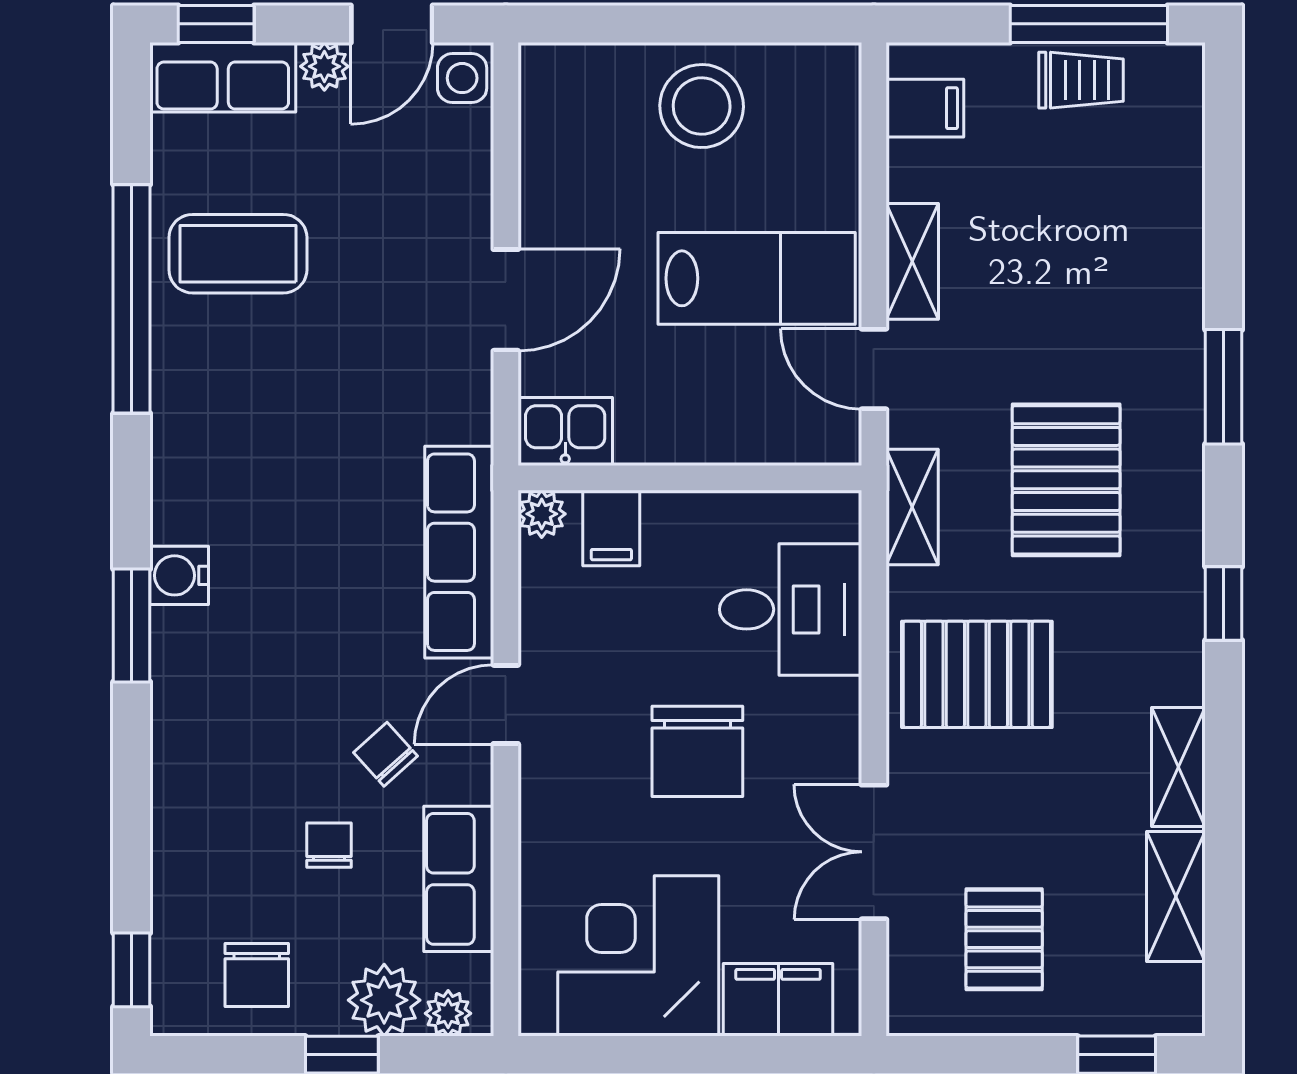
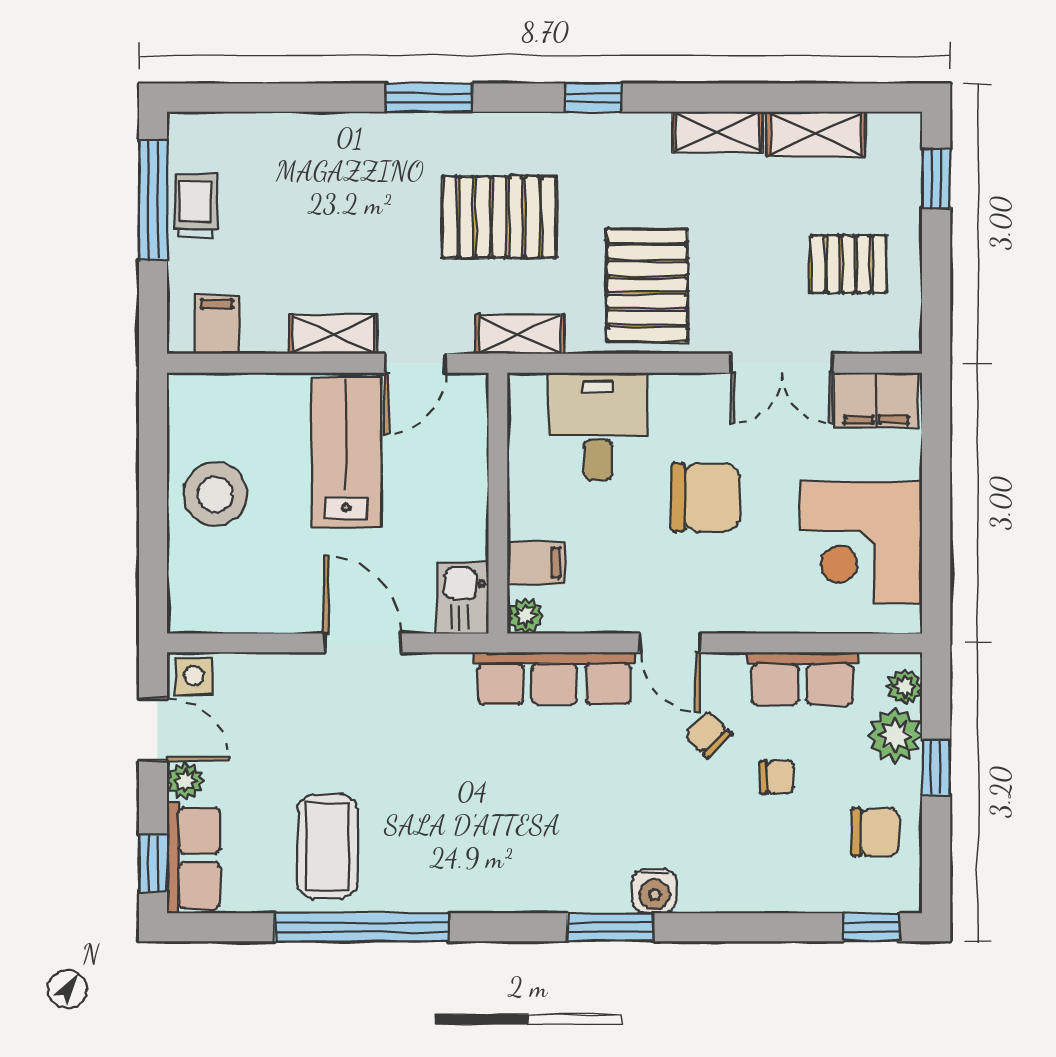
water cooler: (179, 575) -> (654, 891), moved
chair: (385, 754) -> (708, 734), turned 88
chair: (329, 845) -> (777, 777), turned 180
filing cabinet: (778, 1000) -> (876, 400), moved, turned -90

